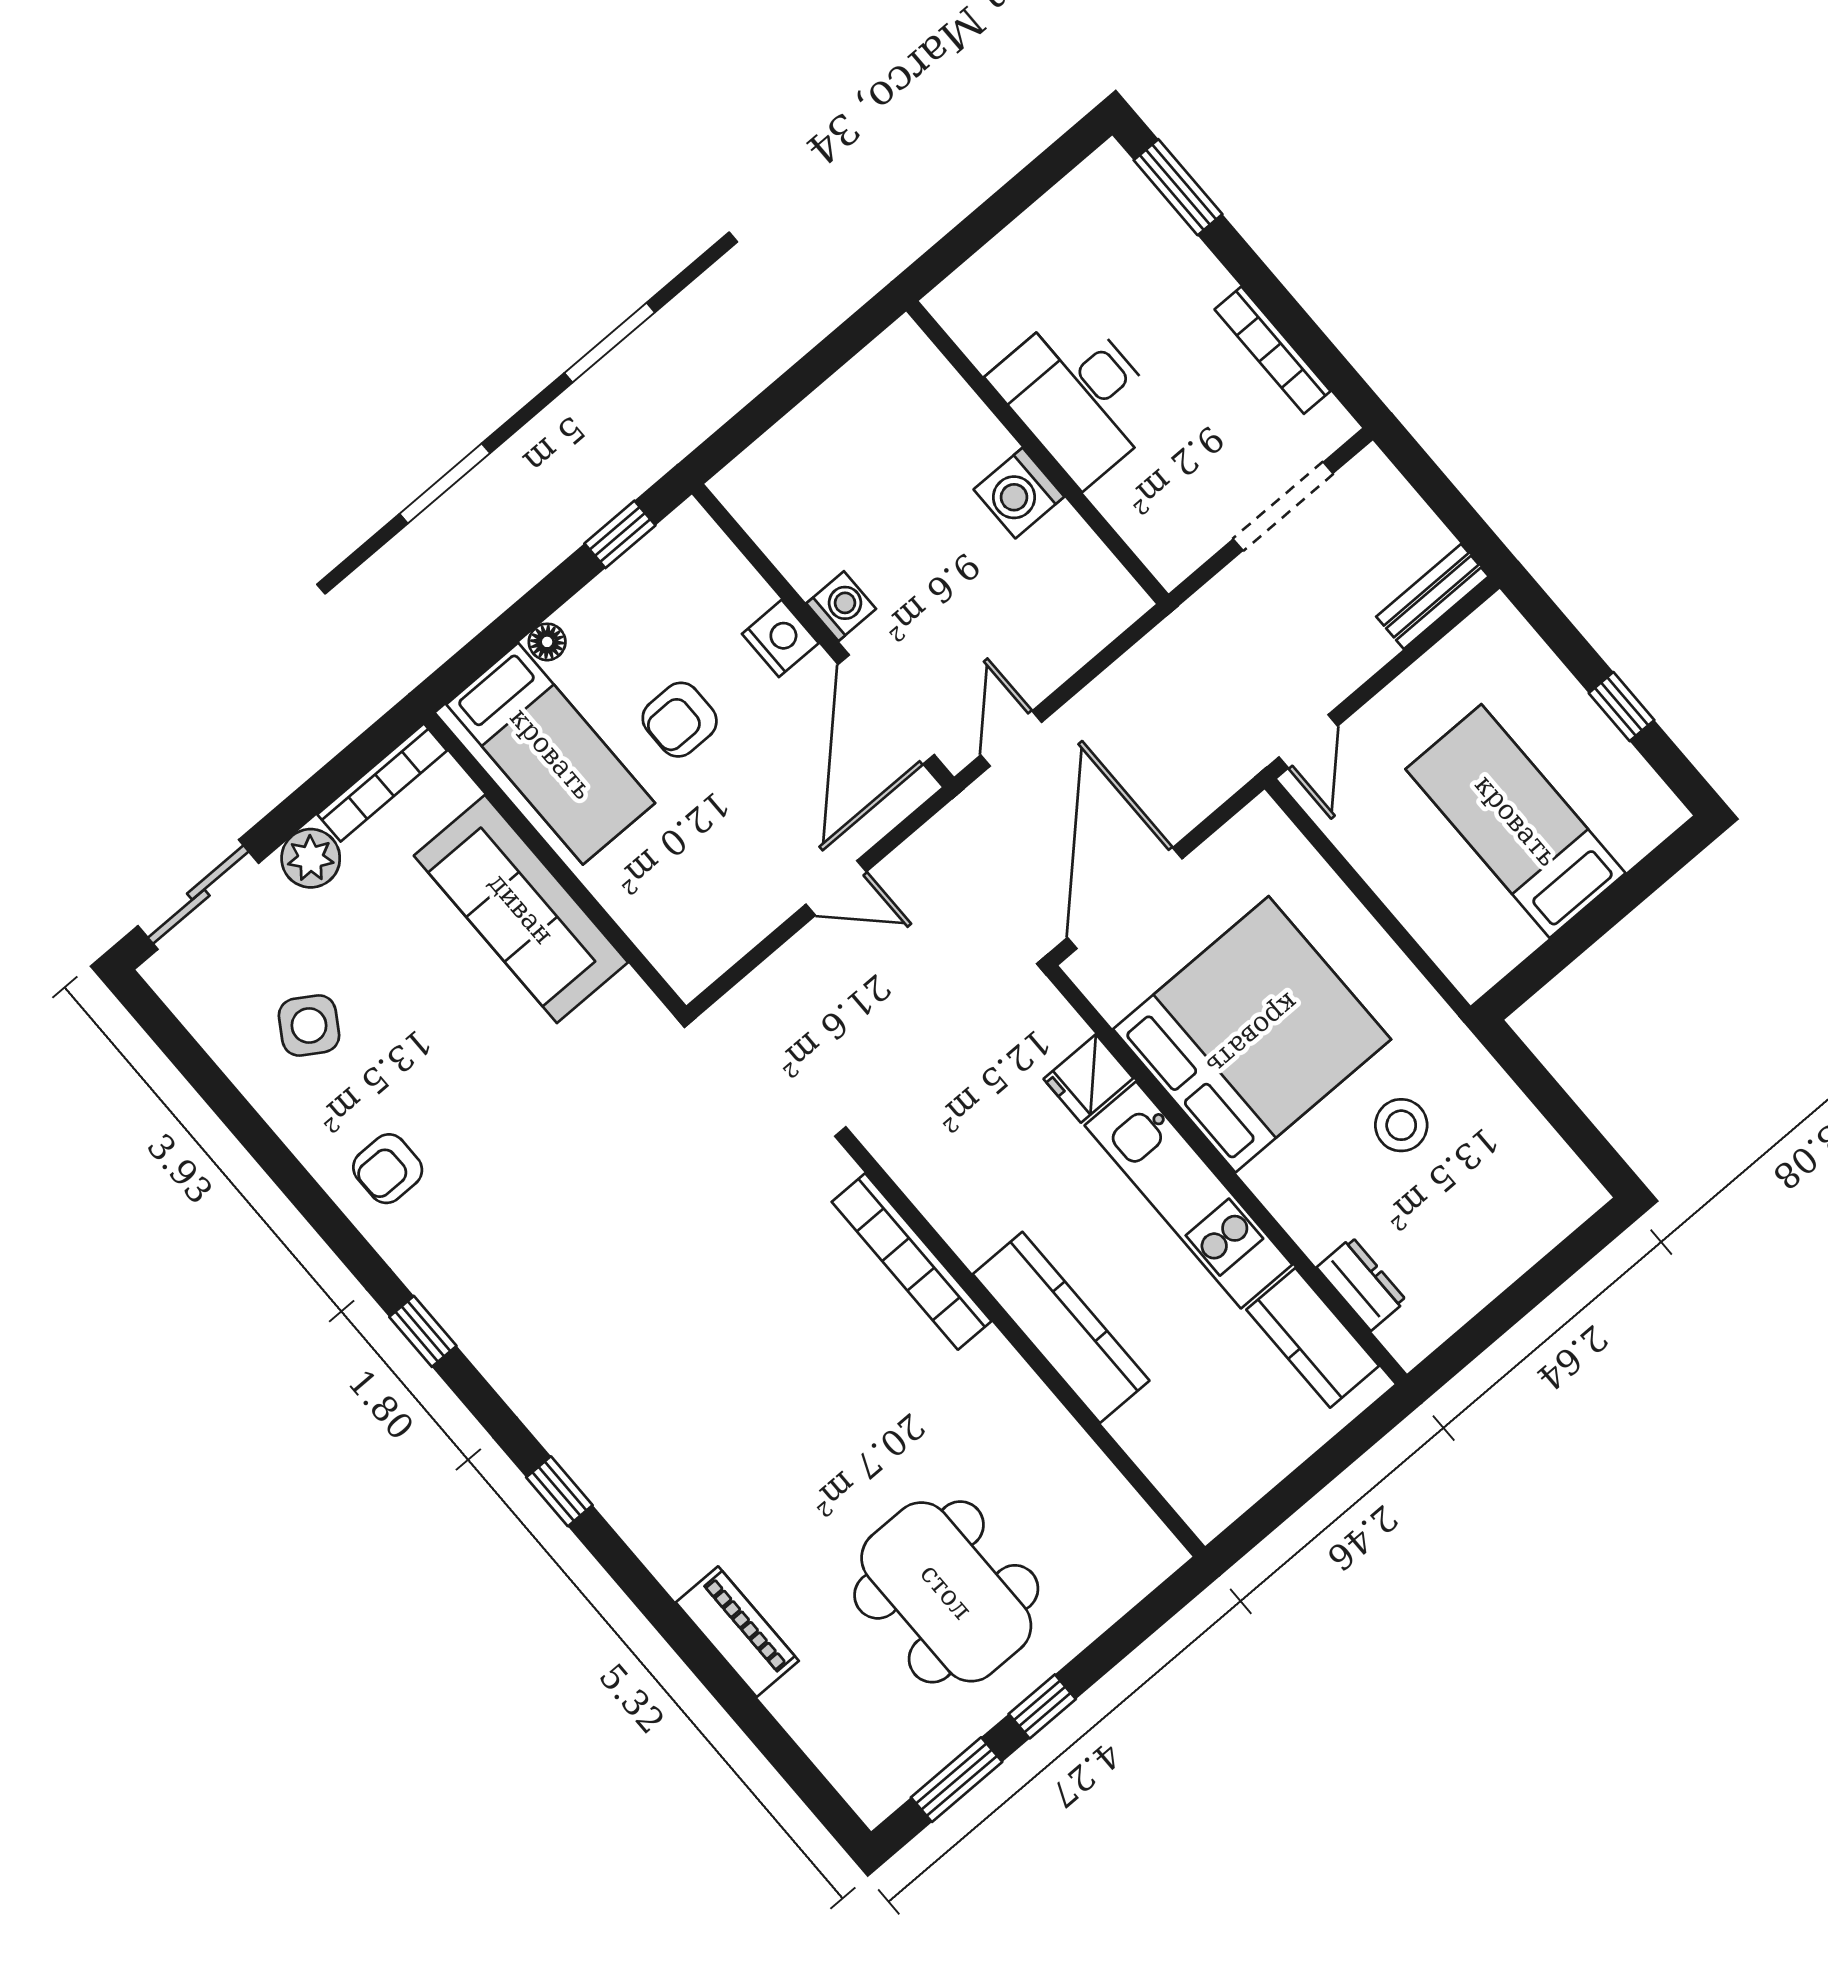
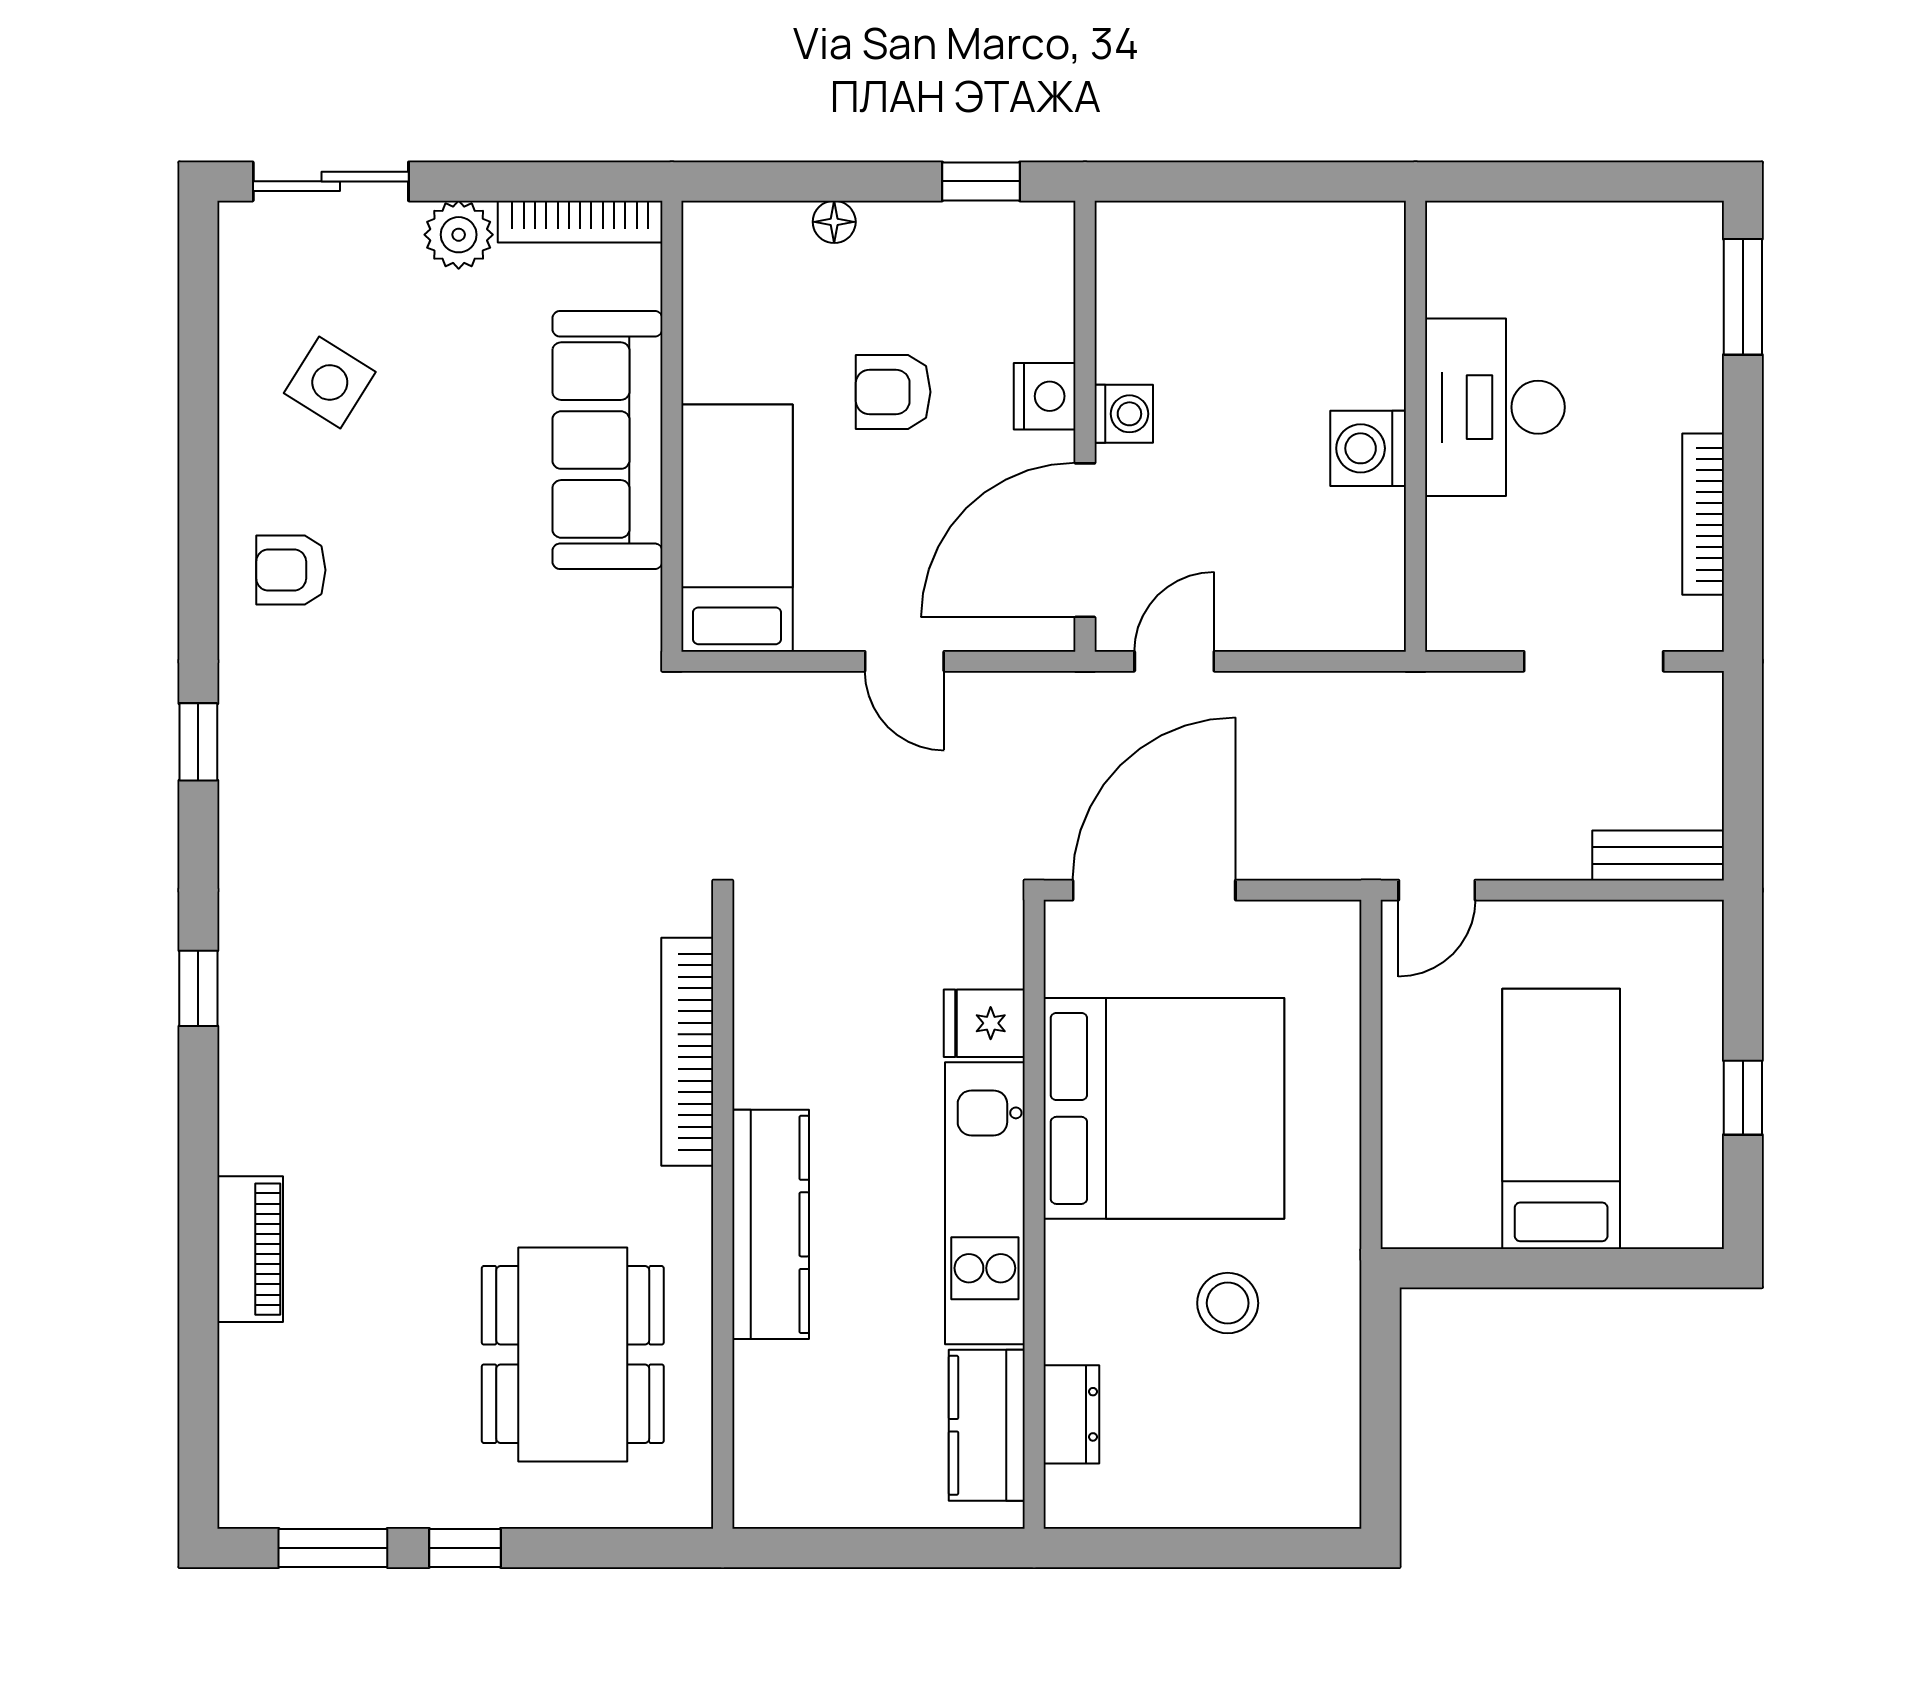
bed: (551, 754) -> (737, 528), moved, turned 180
dining table: (946, 1592) -> (573, 1354), moved

